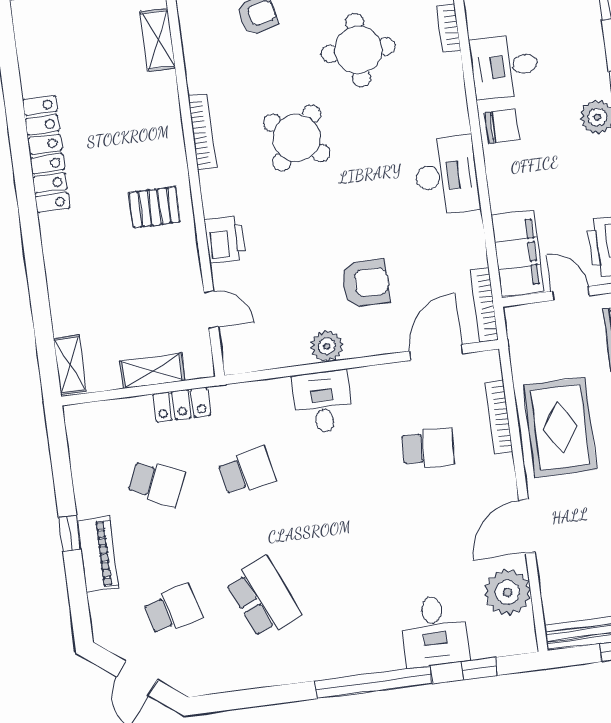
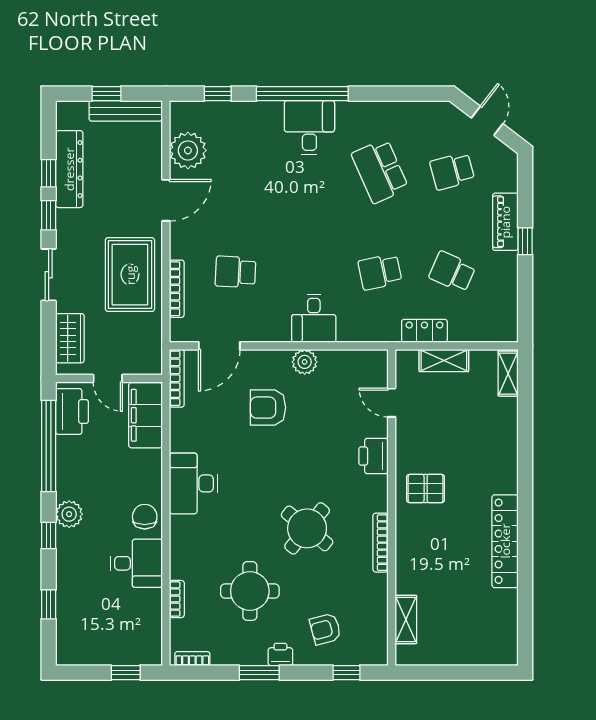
chair: (502, 126) -> (145, 517), turned 90
desk: (434, 631) -> (309, 128), moved

